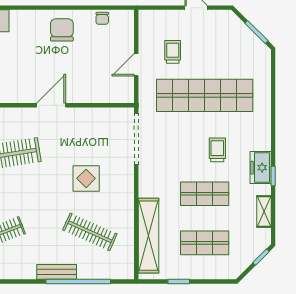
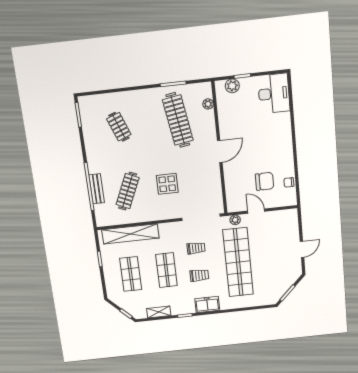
chair: (62, 30) -> (265, 181), moved
trolley: (173, 52) -> (196, 248), moved
plant: (145, 94) -> (235, 220), added
door: (51, 105) -> (220, 151), hinge flipped
freezer: (261, 168) -> (207, 304), moved
bench: (57, 272) -> (97, 189), moved

